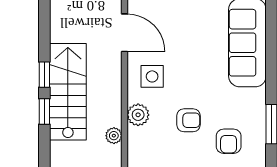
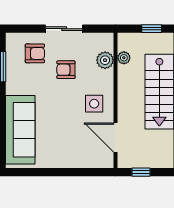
plant: (138, 115) -> (105, 60), moved
armchair: (229, 141) -> (35, 53), turned 90

